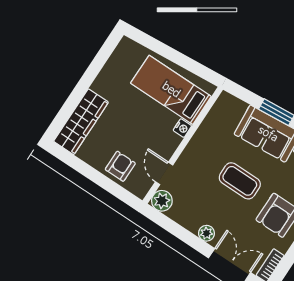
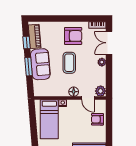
floor lamp: (189, 158) -> (74, 92), added
door: (164, 173) -> (88, 98), hinge flipped

